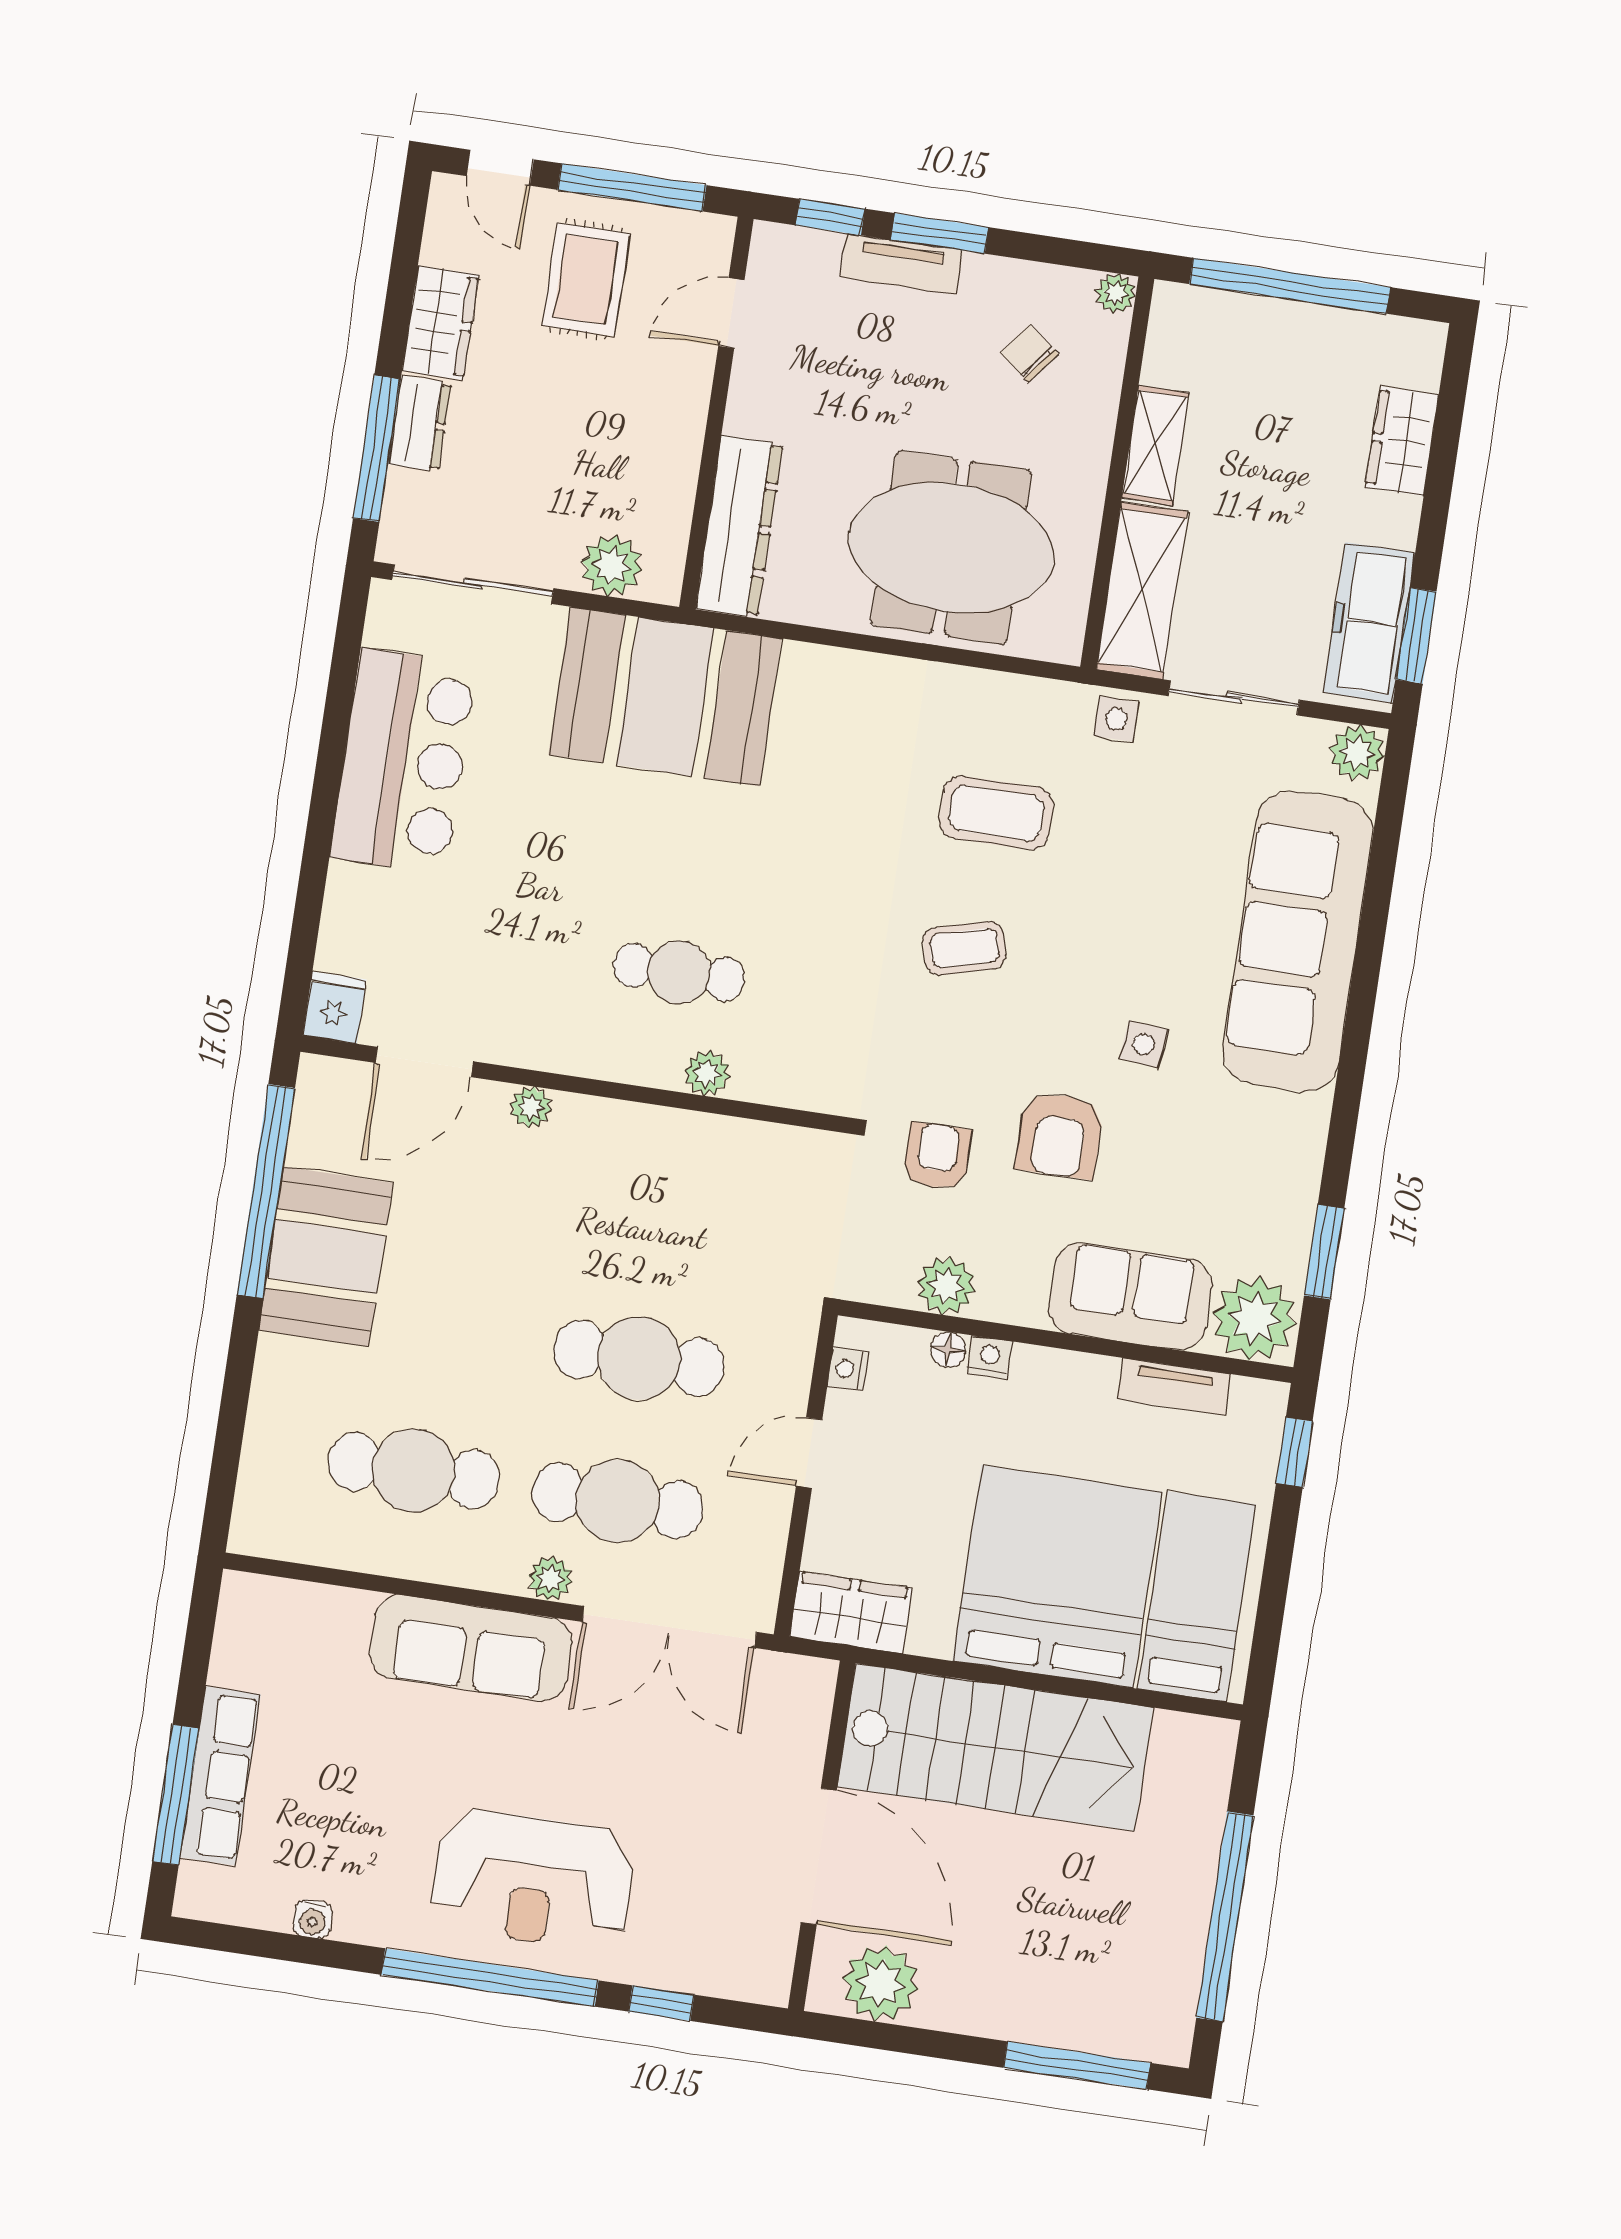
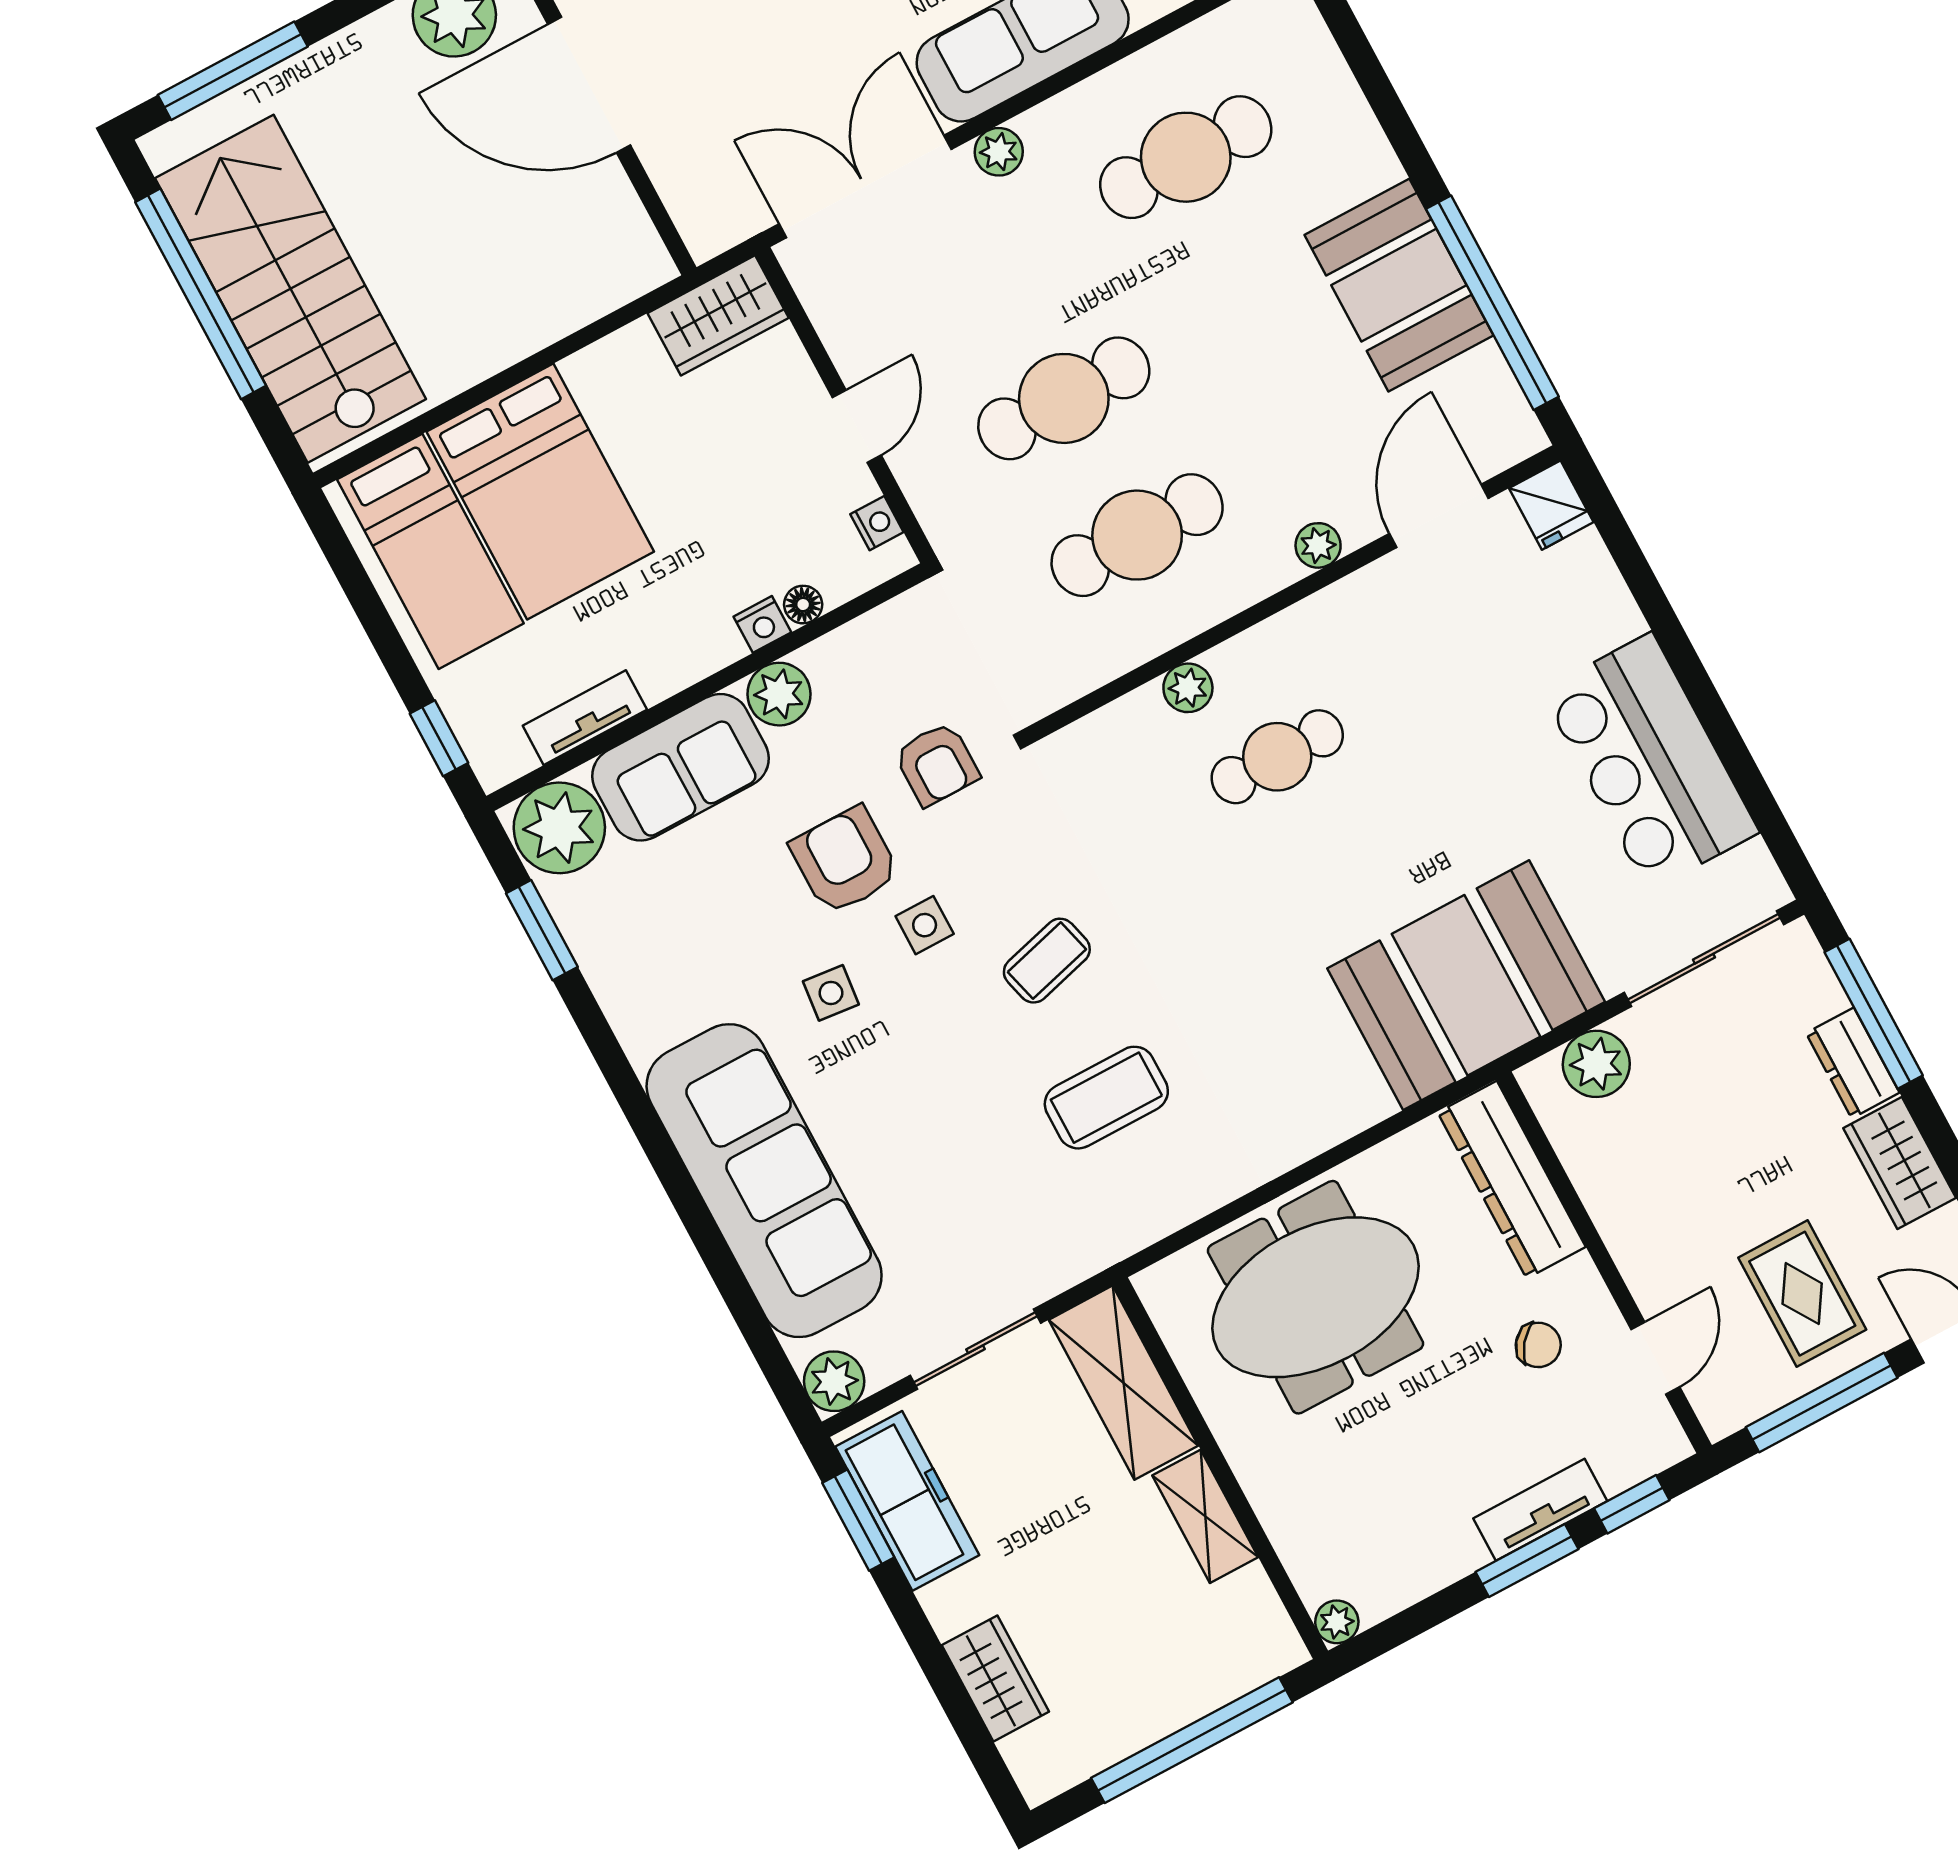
chair: (1029, 353) -> (1538, 1345), moved
side table: (1116, 719) -> (925, 925), moved
plant: (946, 1286) -> (779, 694), moved
cafe table: (618, 1501) -> (1137, 535), moved
bed: (1057, 1576) -> (540, 492), width x0.73
stairs: (995, 1747) -> (291, 289), moved, turned 90

